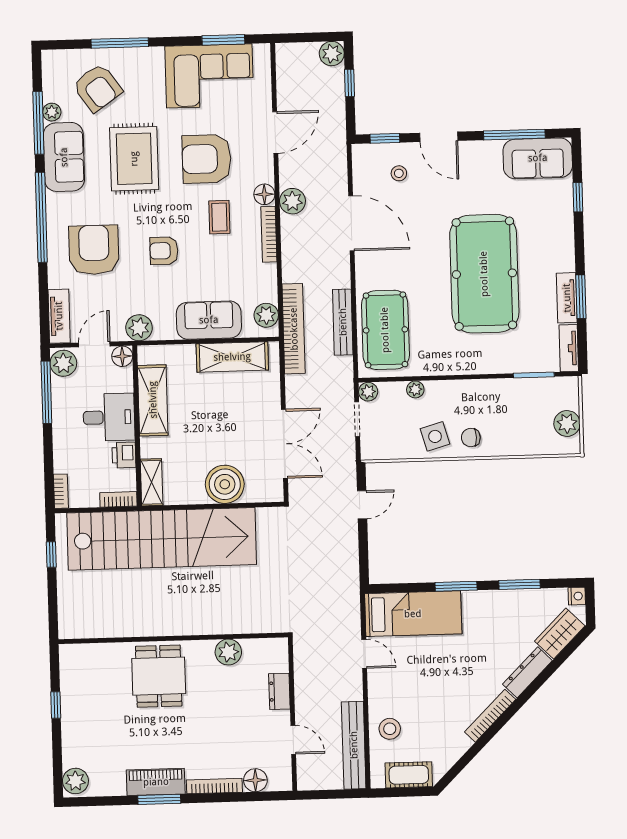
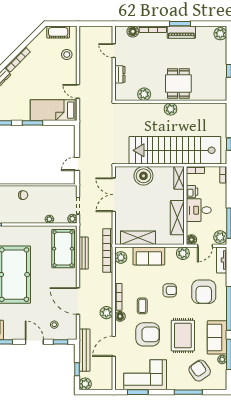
side table: (435, 436) -> (40, 196), removed
plant: (173, 623) -> (170, 109), added
bench: (354, 745) -> (85, 350), moved

